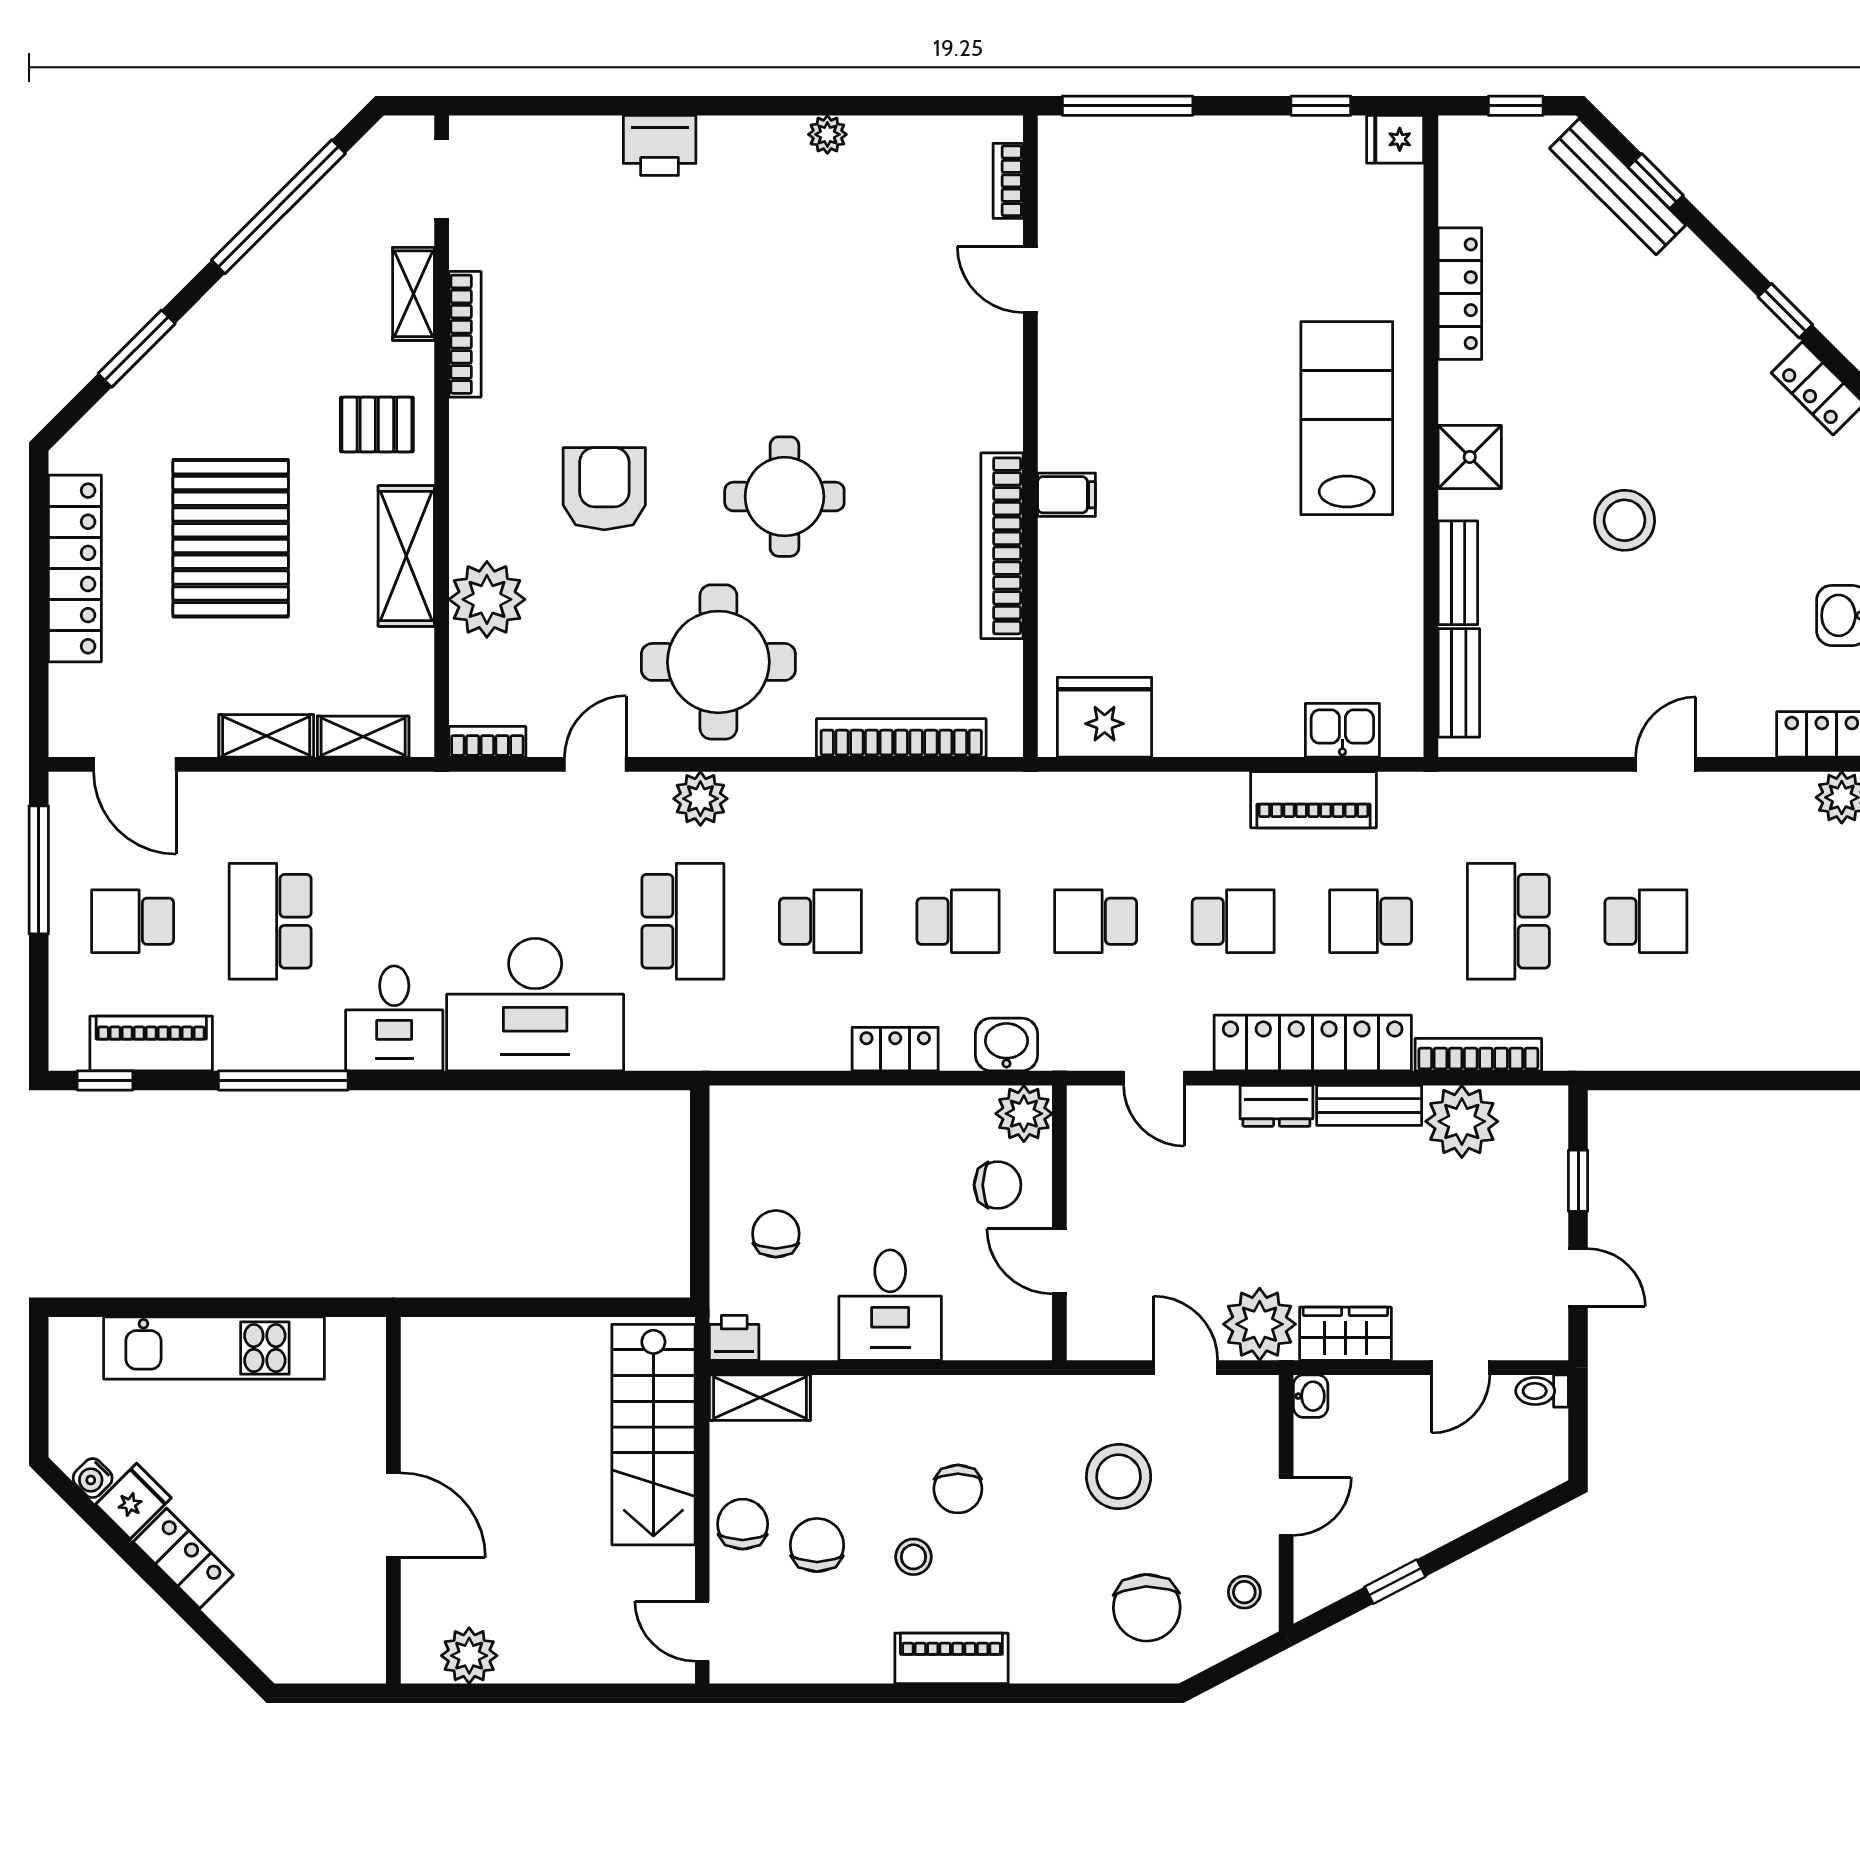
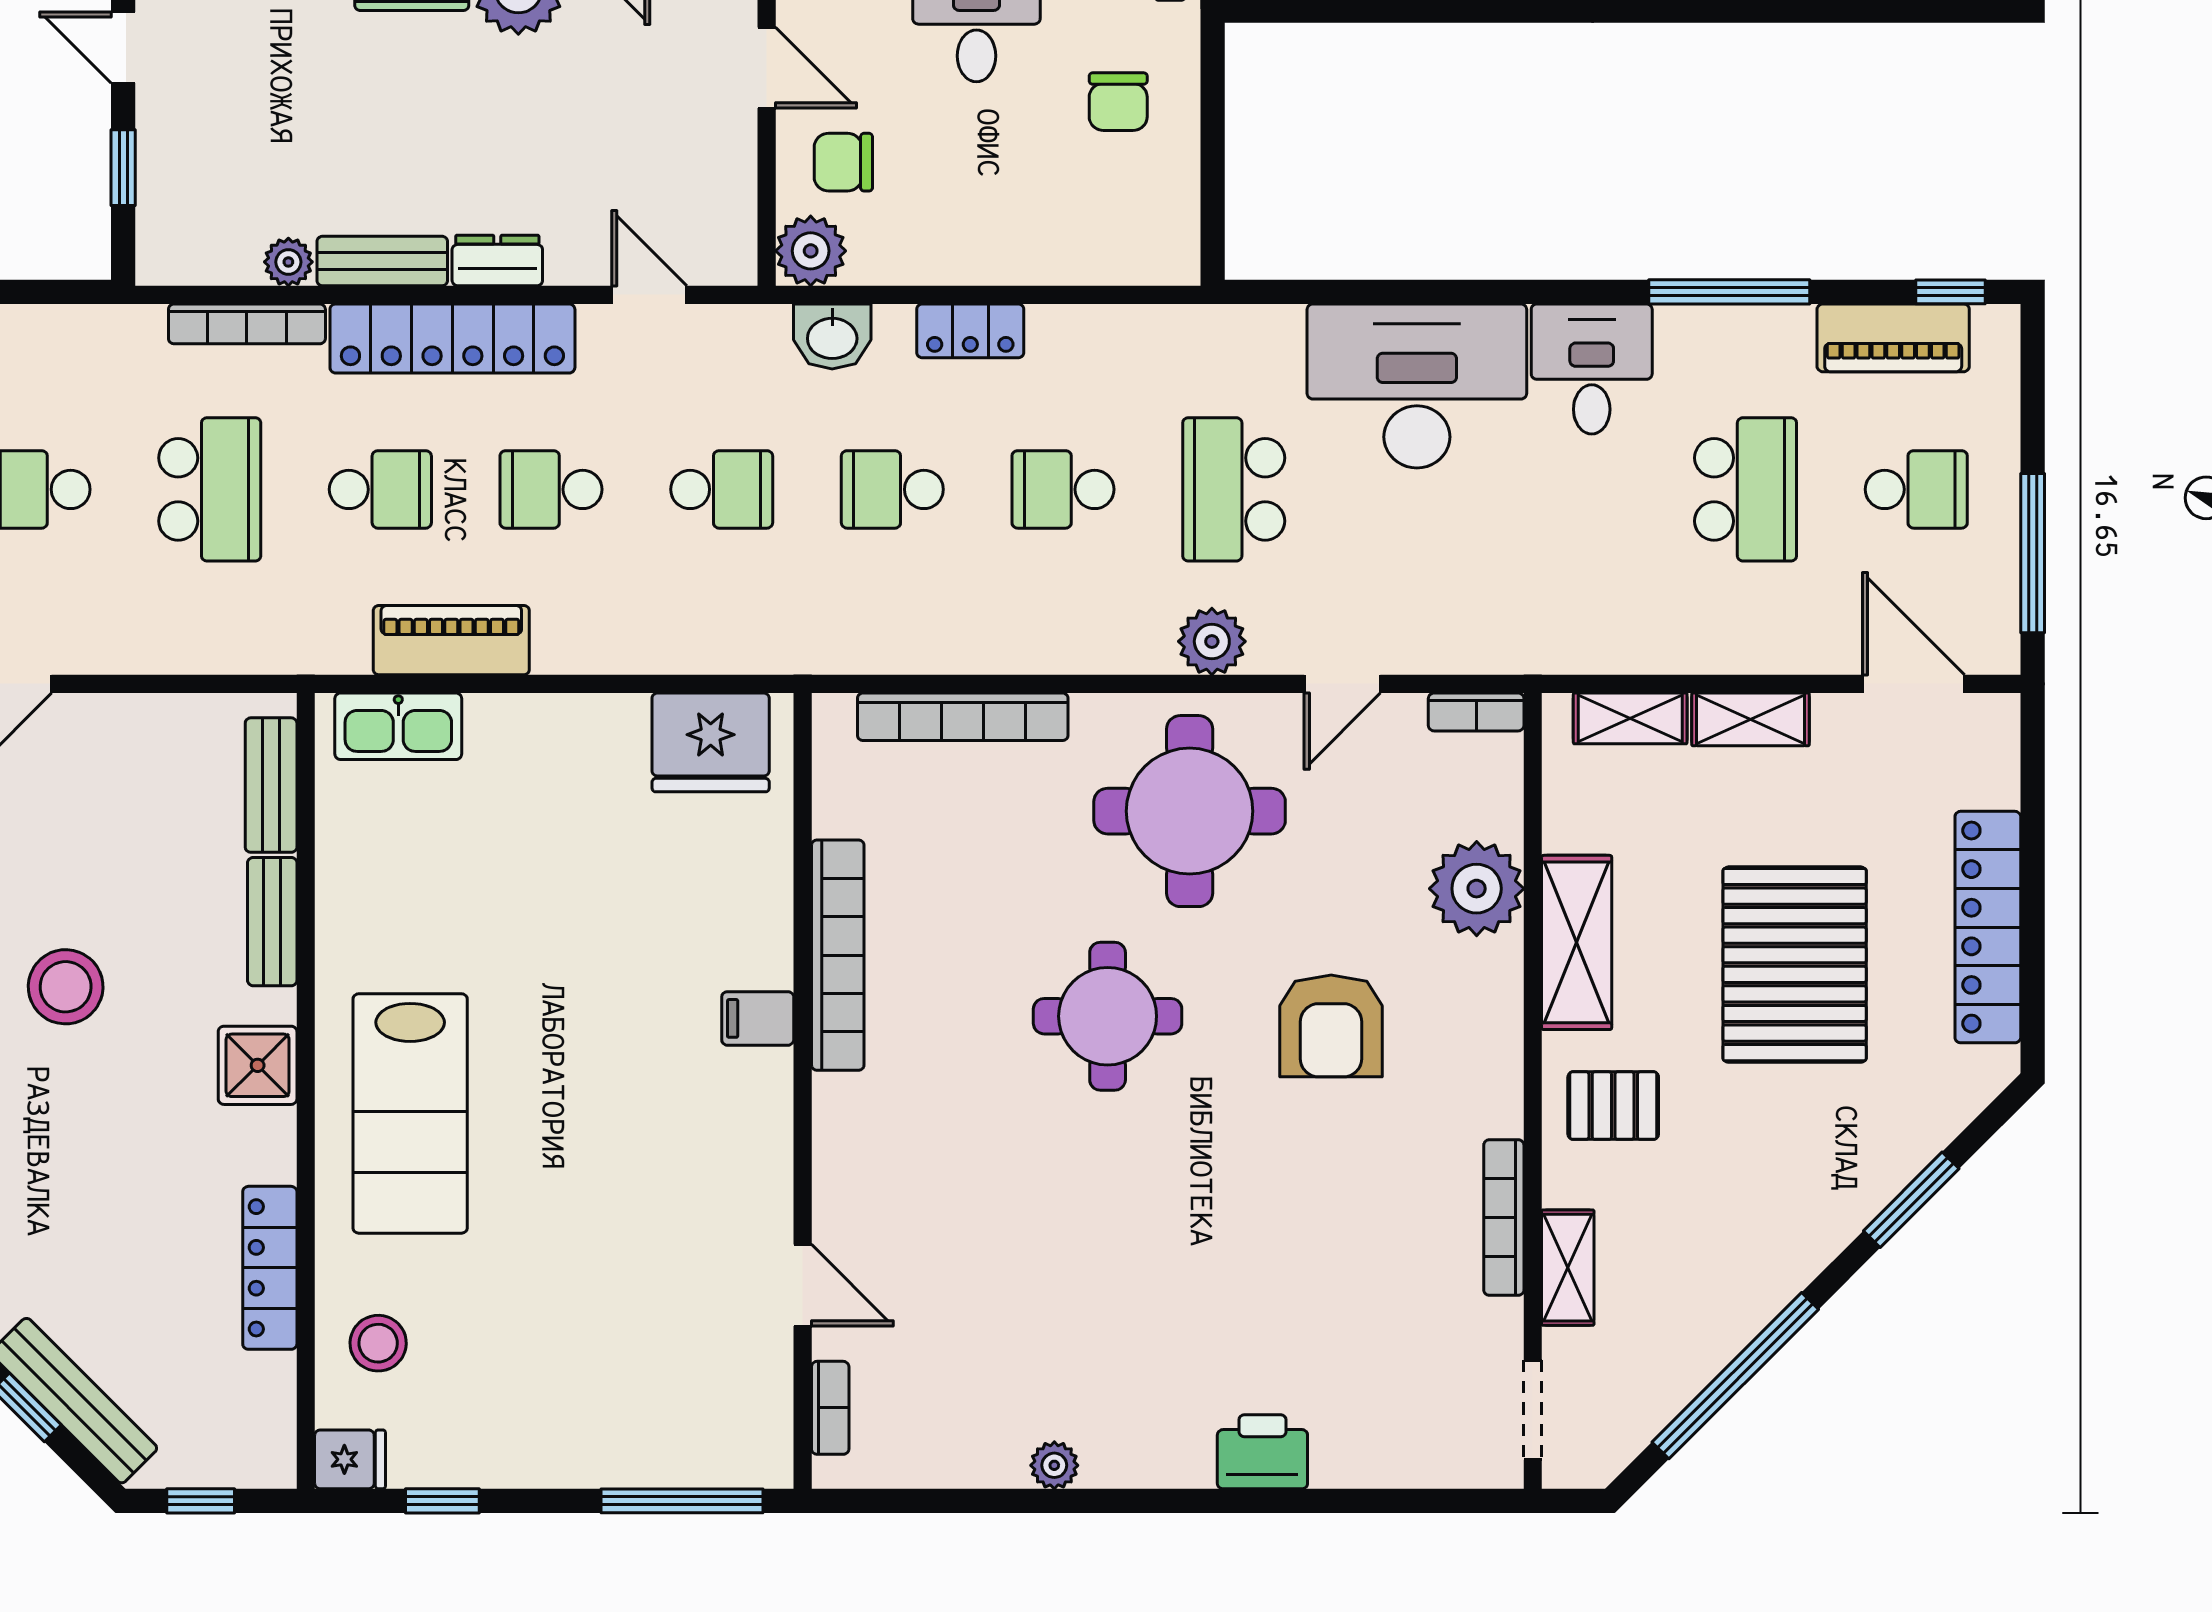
stool: (1373, 233) -> (378, 1343), added
kitchen sink: (1342, 730) -> (398, 726), width x1.38
plant: (1462, 1121) -> (288, 262), width x0.53, depth x0.53

